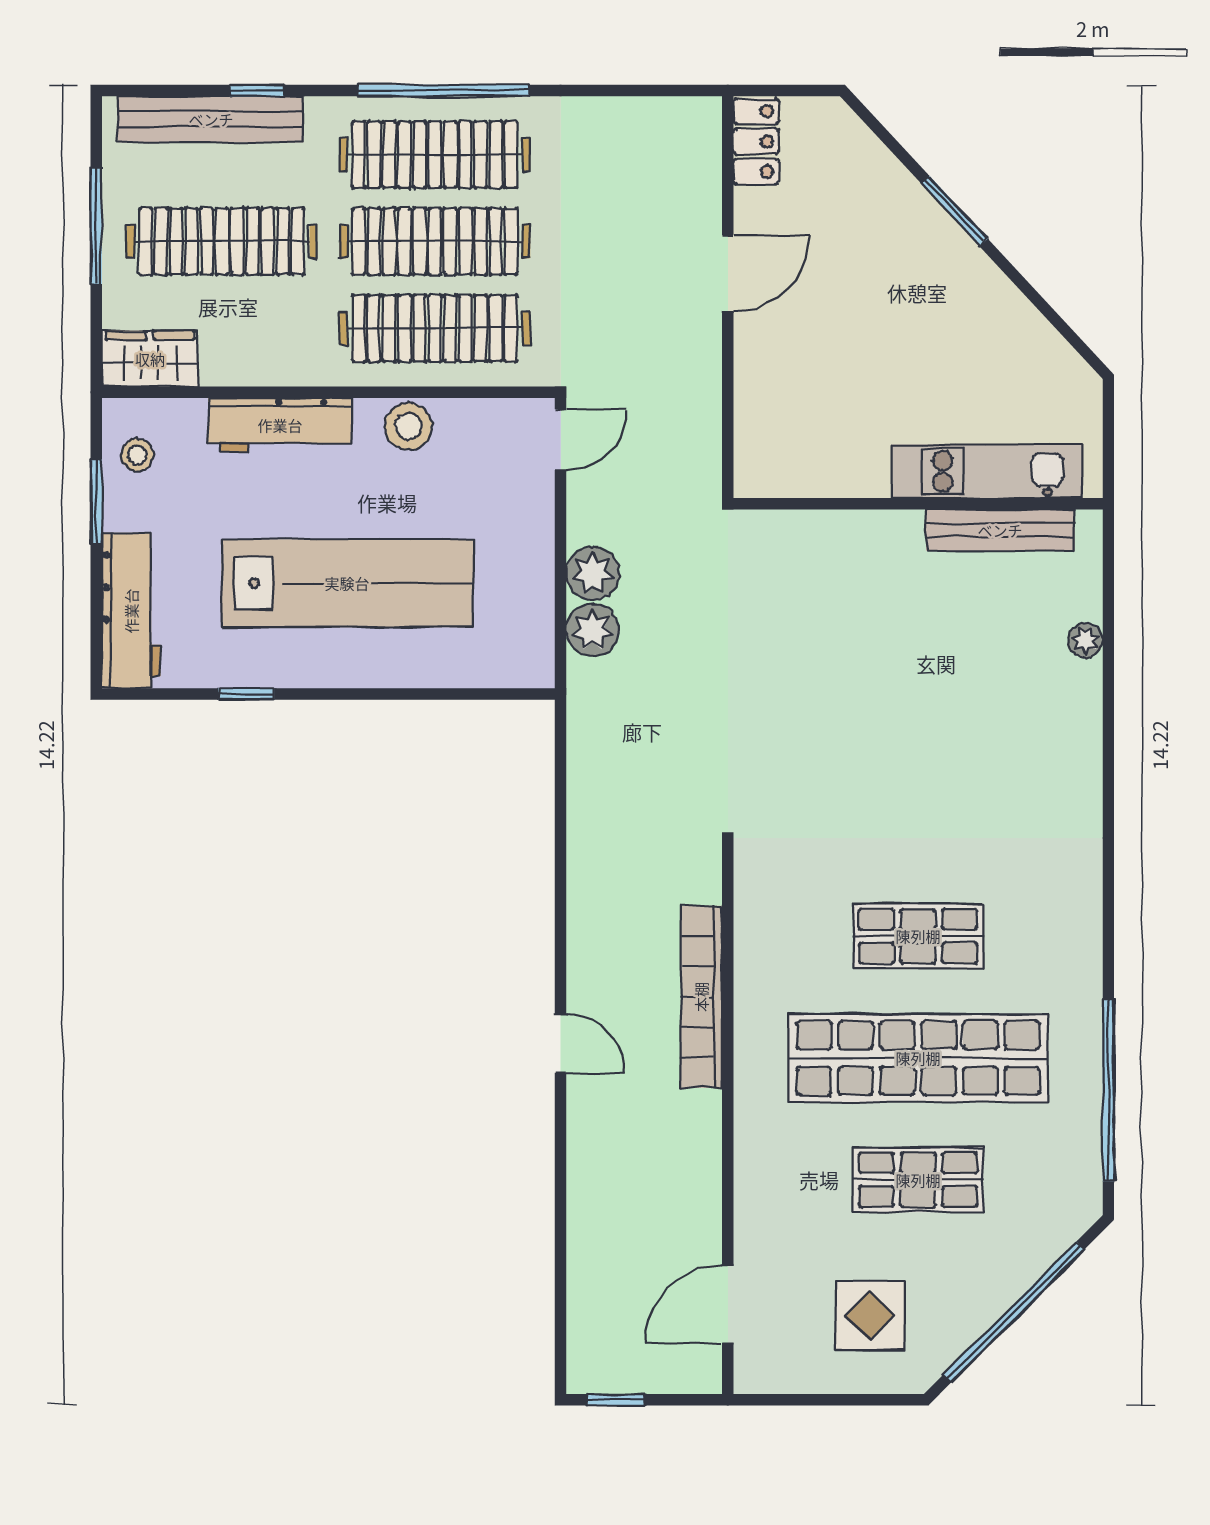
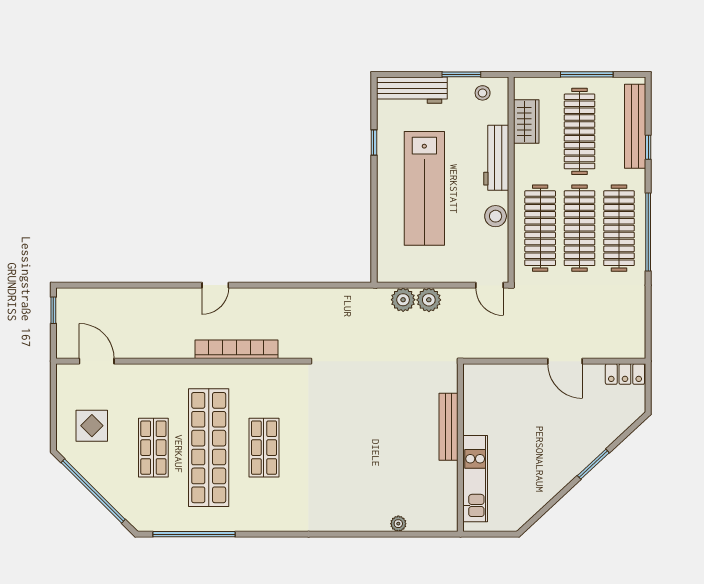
wardrobe: (150, 359) -> (526, 121), moved
bench: (1000, 530) -> (448, 427), moved

